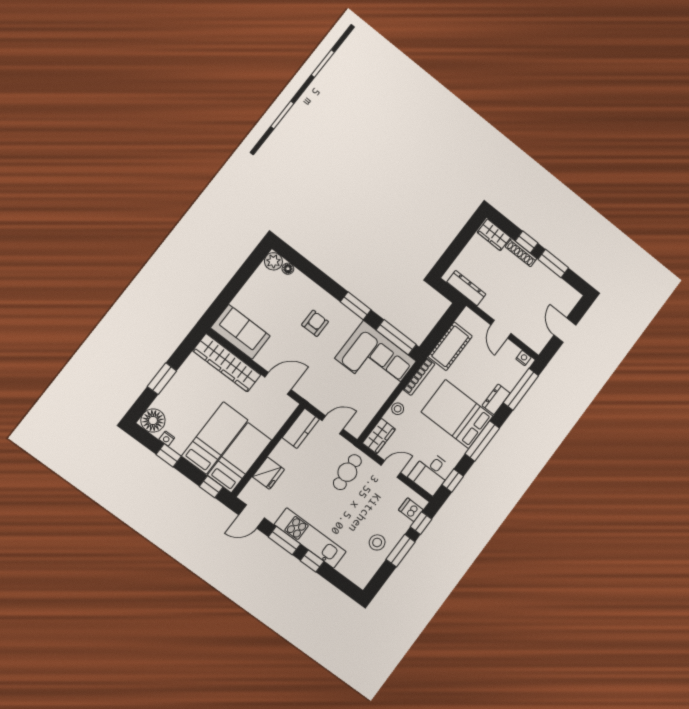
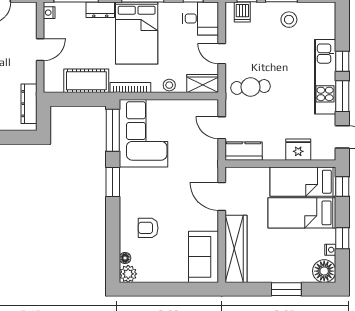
armchair: (315, 323) -> (148, 228), moved

